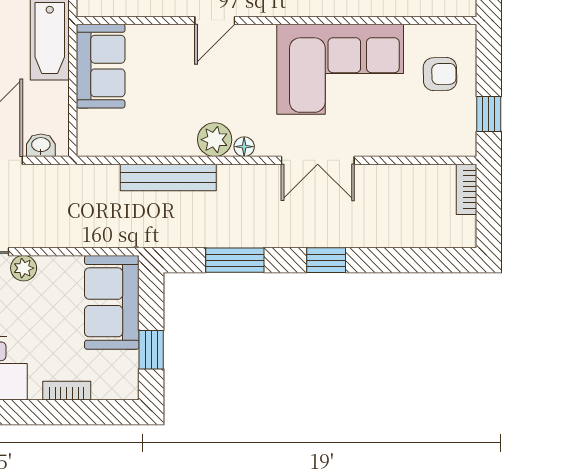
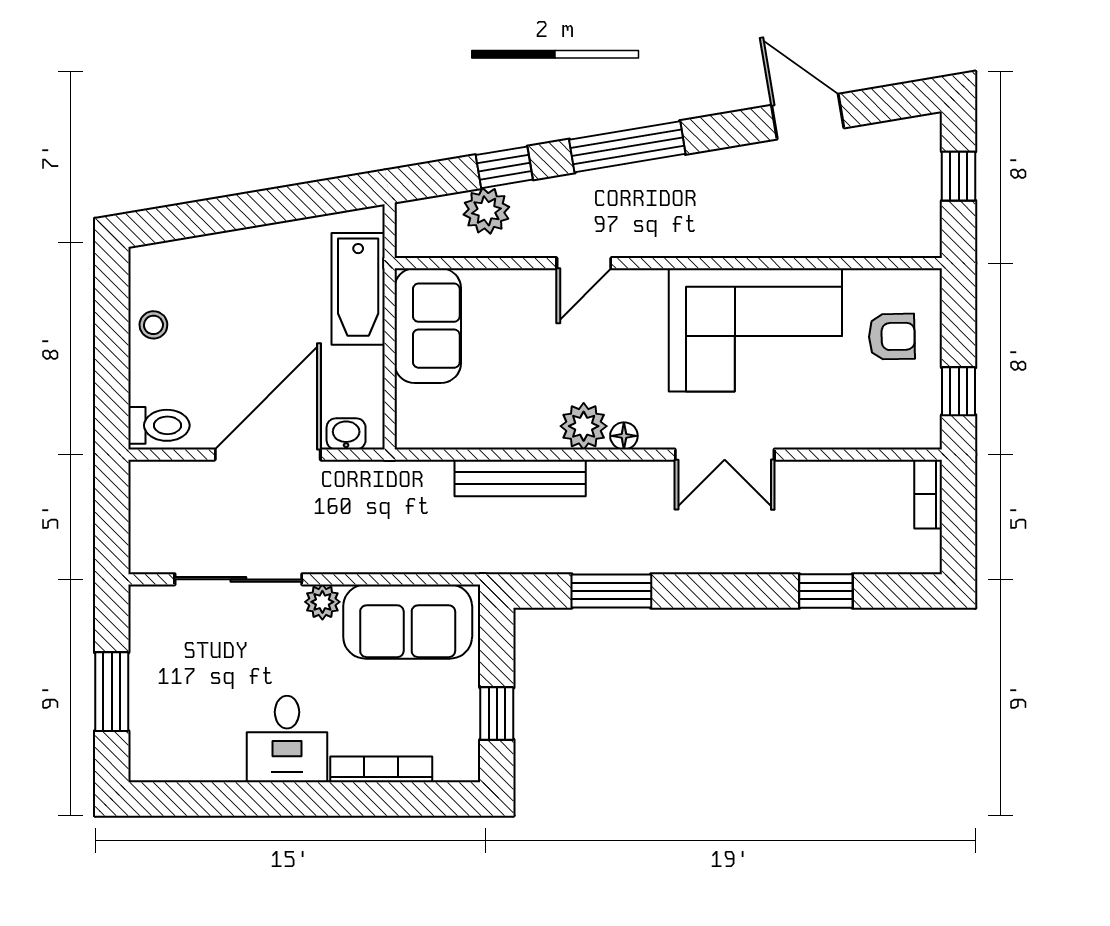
window: (326, 260) -> (826, 591), moved
sofa: (112, 302) -> (408, 622), moved, turned -90
bookcase: (67, 391) -> (381, 769), width x1.56

